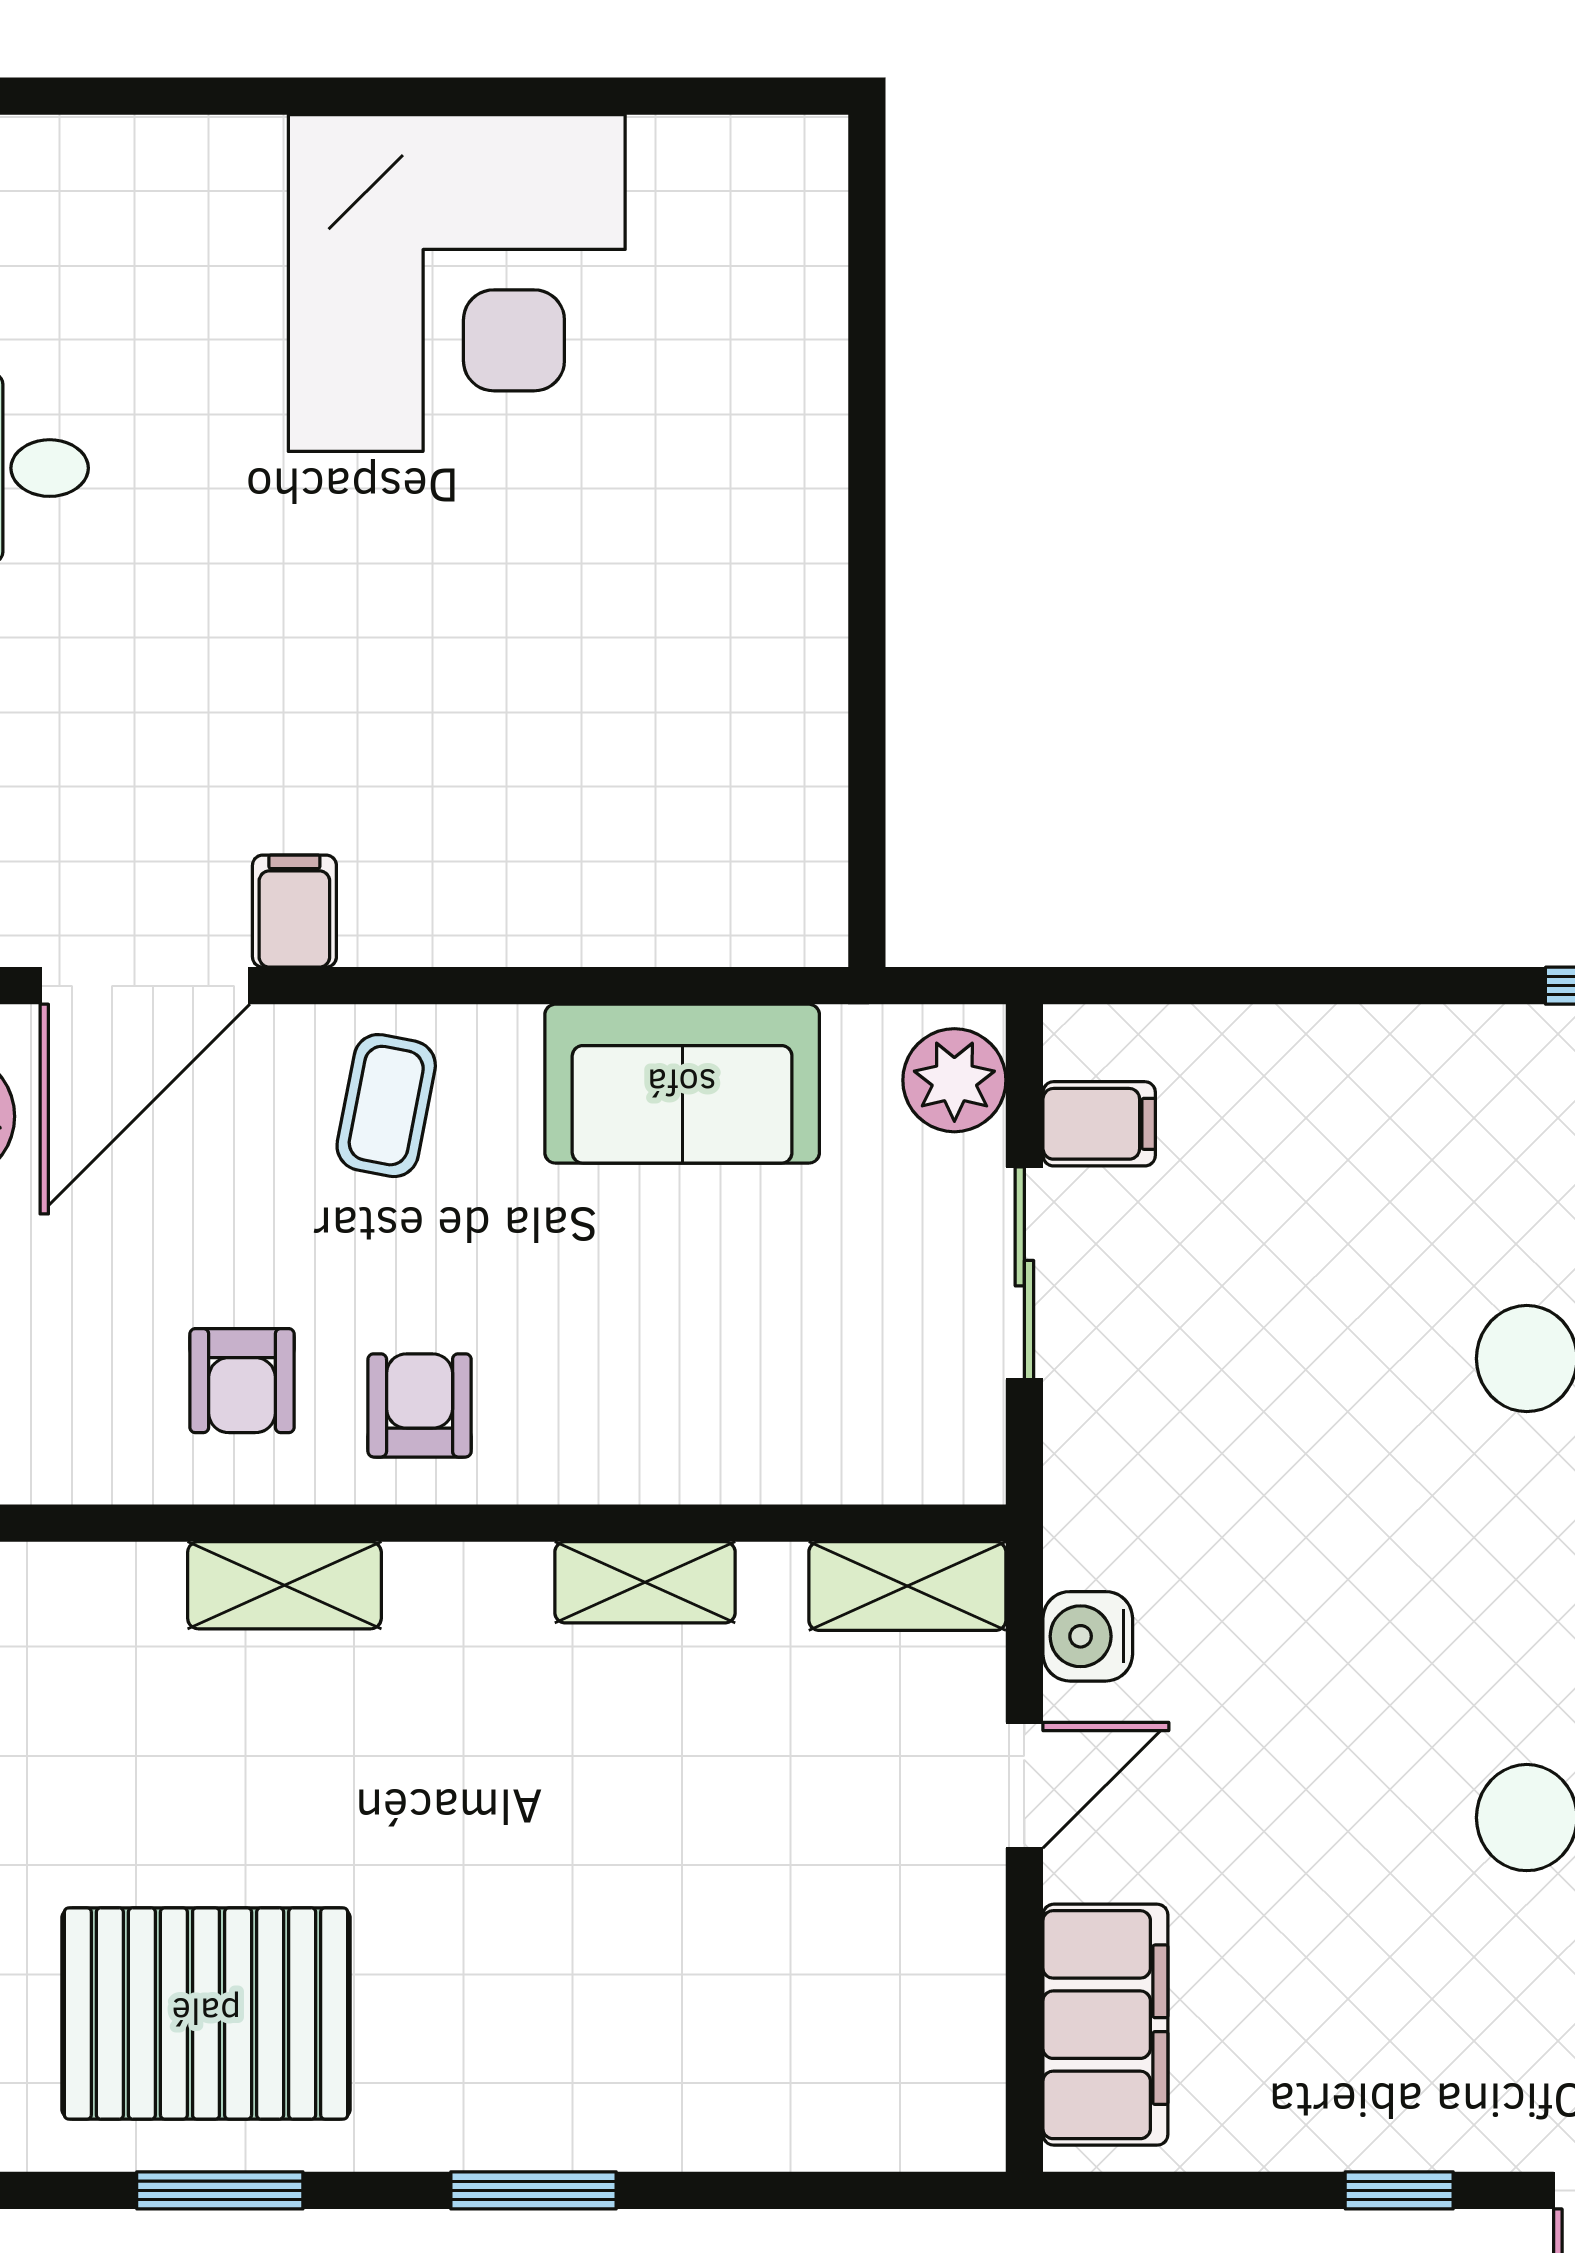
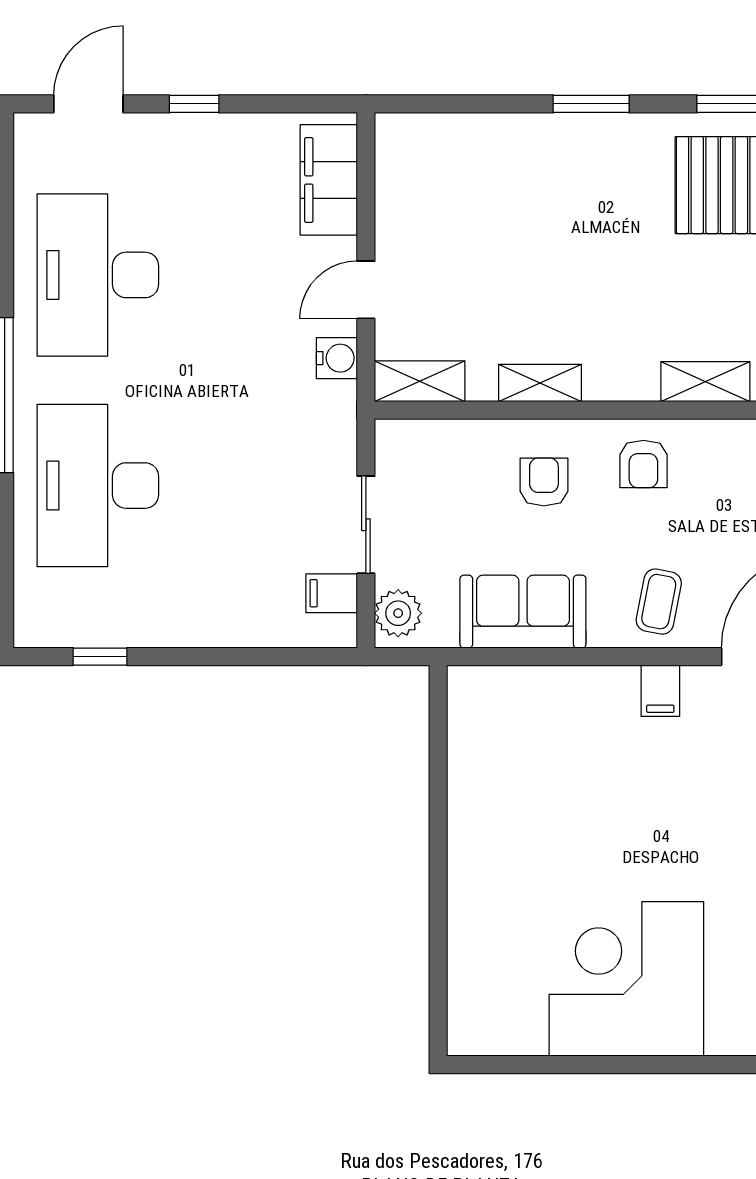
filing cabinet: (294, 911) -> (660, 691), moved
armchair: (242, 1381) -> (544, 482), moved

